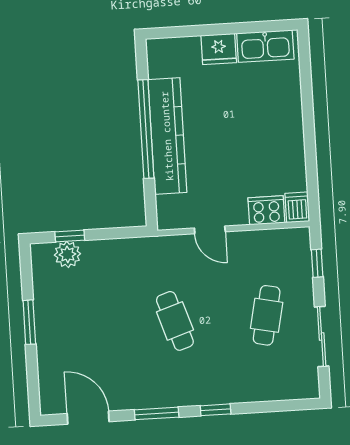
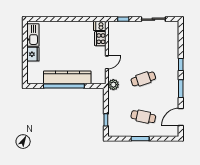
plant: (67, 254) -> (113, 85), moved
cafe table: (267, 315) -> (143, 117), moved

